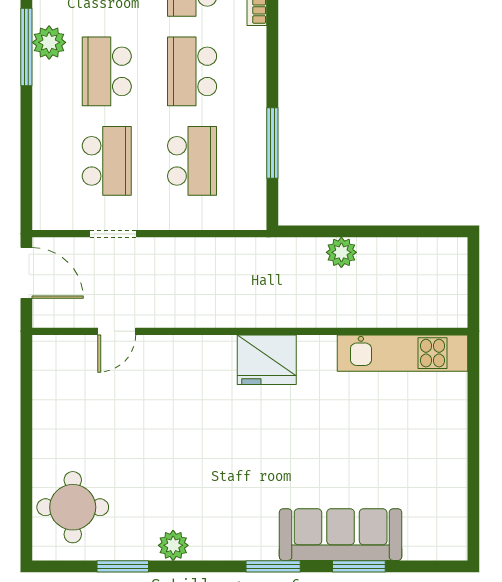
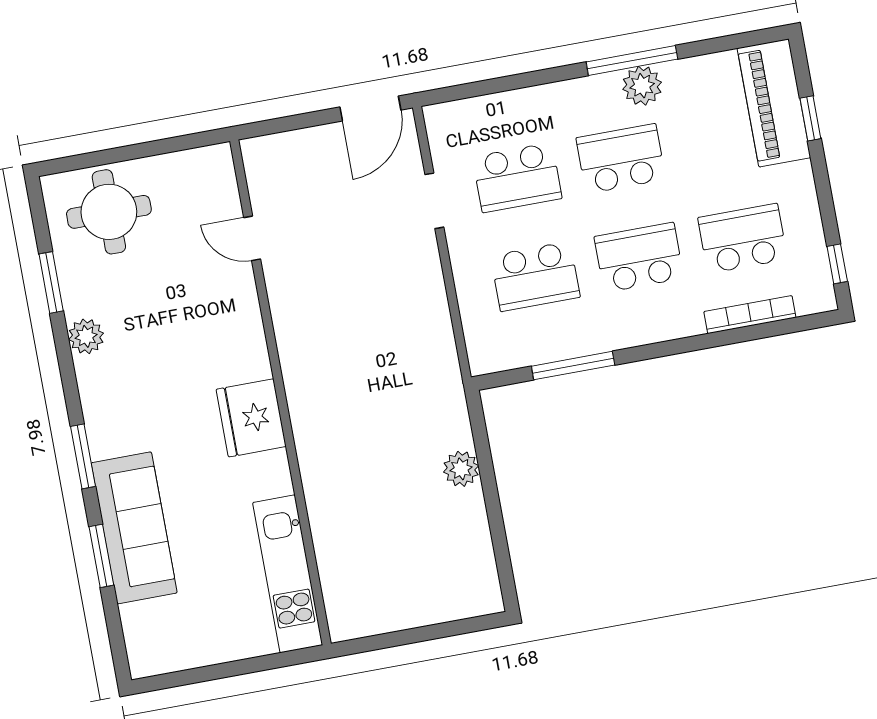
door: (117, 331) -> (252, 238), moved
wall: (250, 331) -> (280, 392), moved
kitchen unit: (403, 353) -> (288, 574), moved
fridge: (267, 360) -> (251, 418), moved

